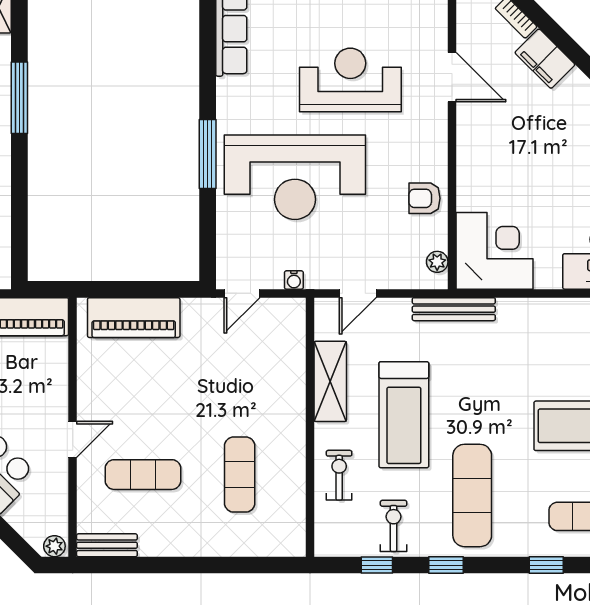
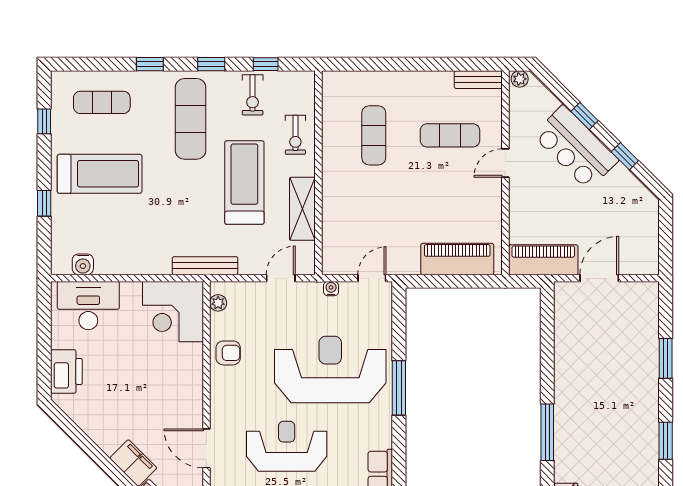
reception desk: (350, 80) -> (287, 446), turned 180
window: (546, 565) -> (150, 64), moved

